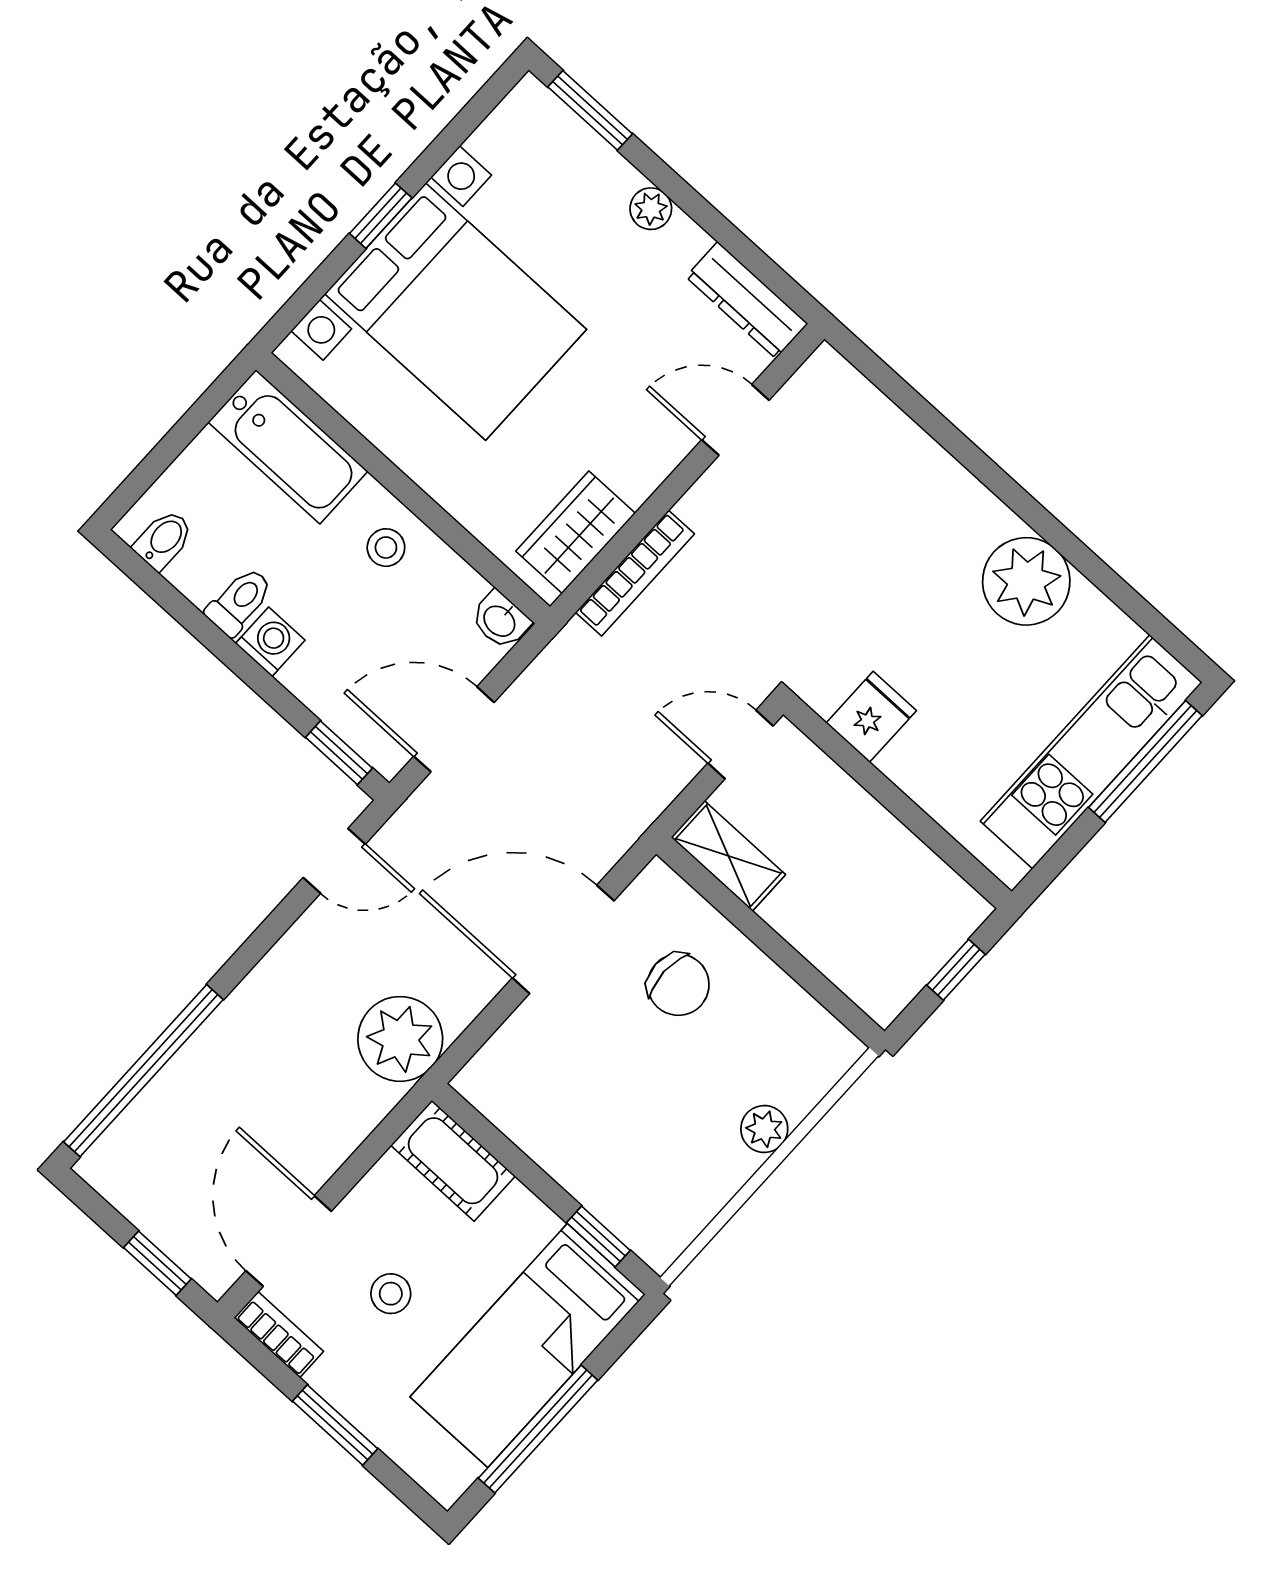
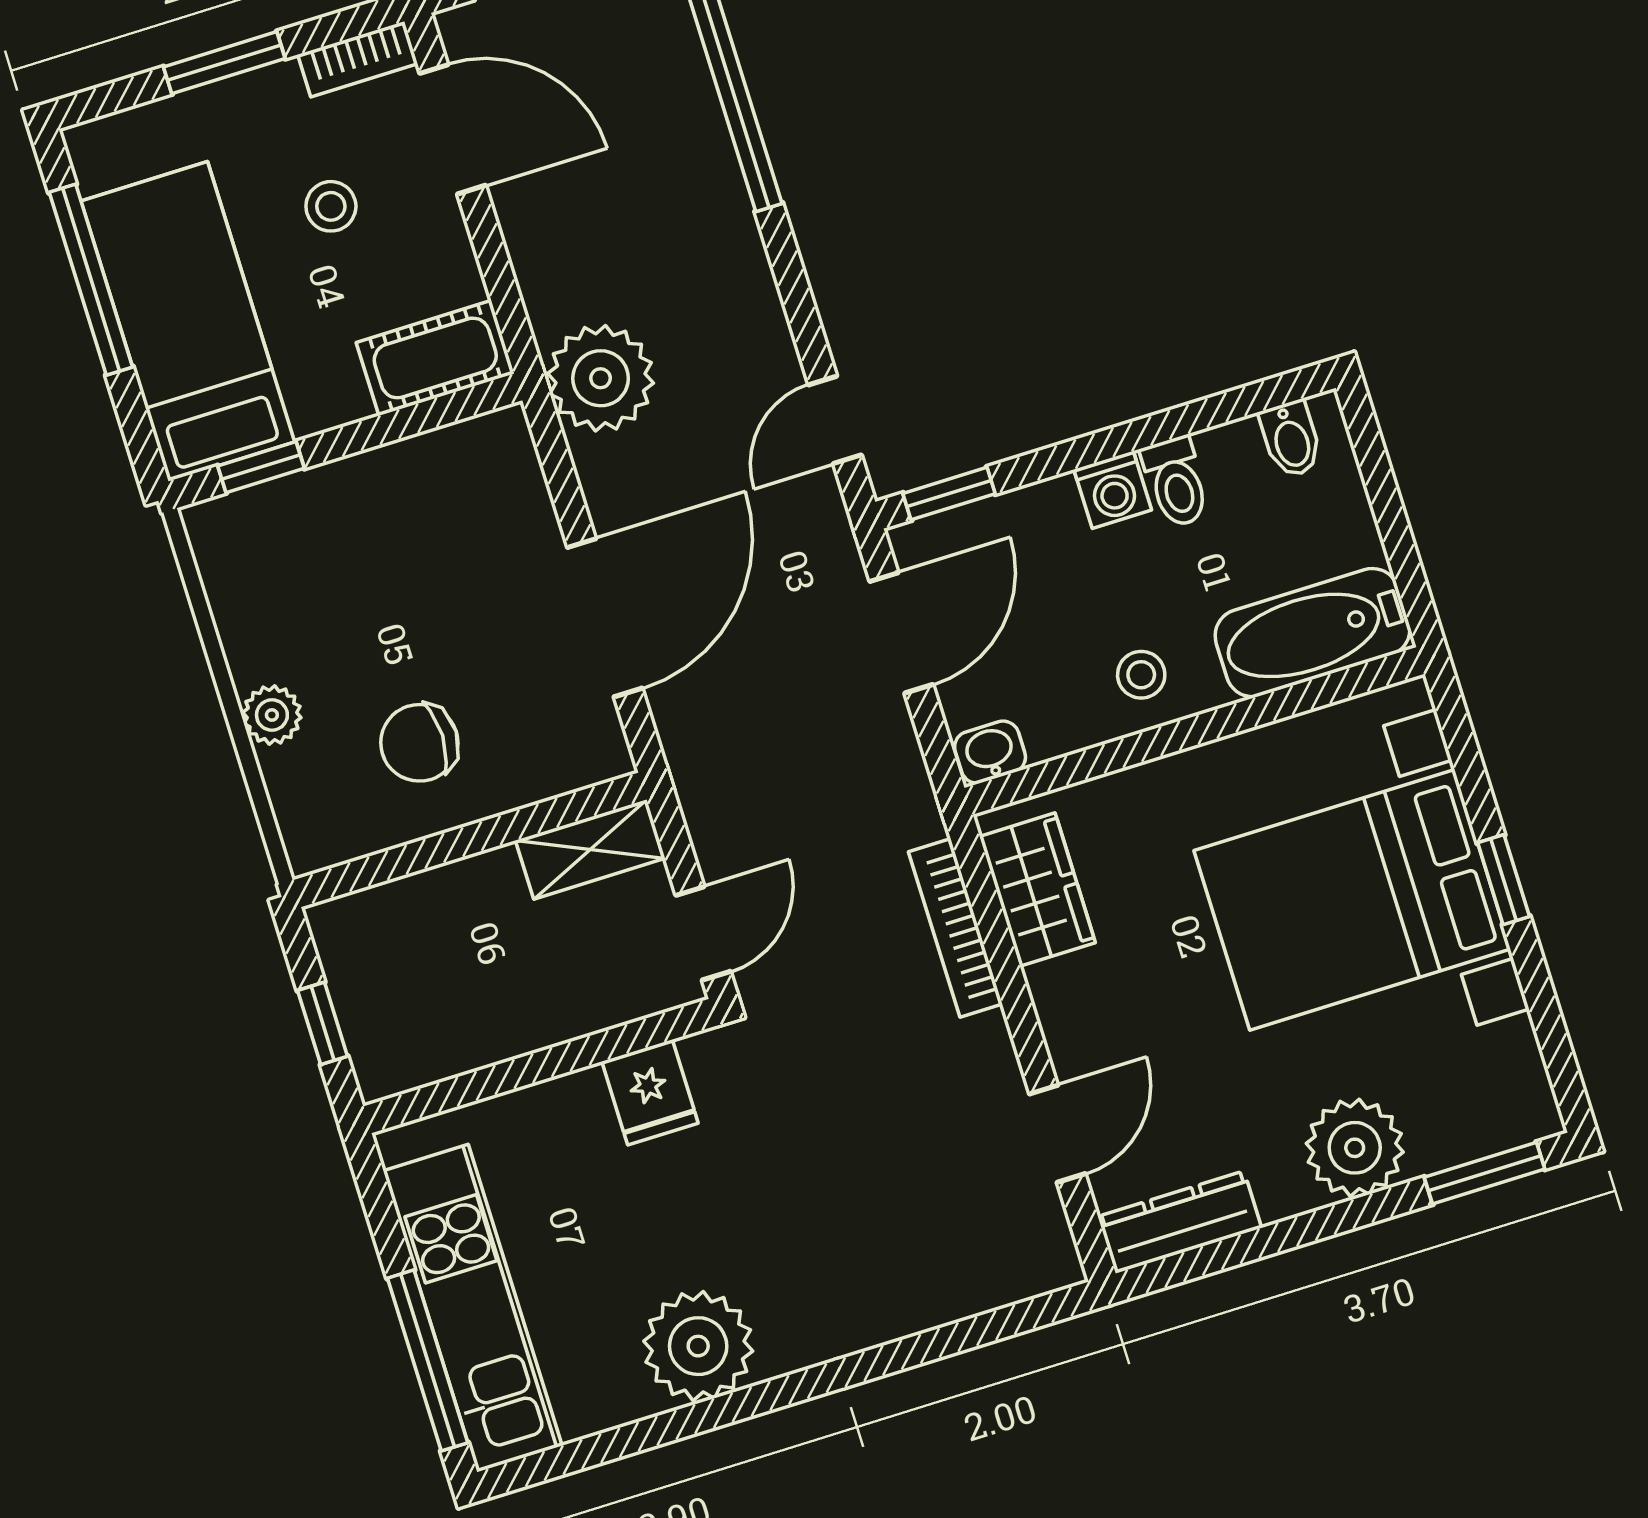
plant: (651, 209) -> (1355, 1148), width x1.88, depth x1.88
chair: (678, 985) -> (419, 743), moved

